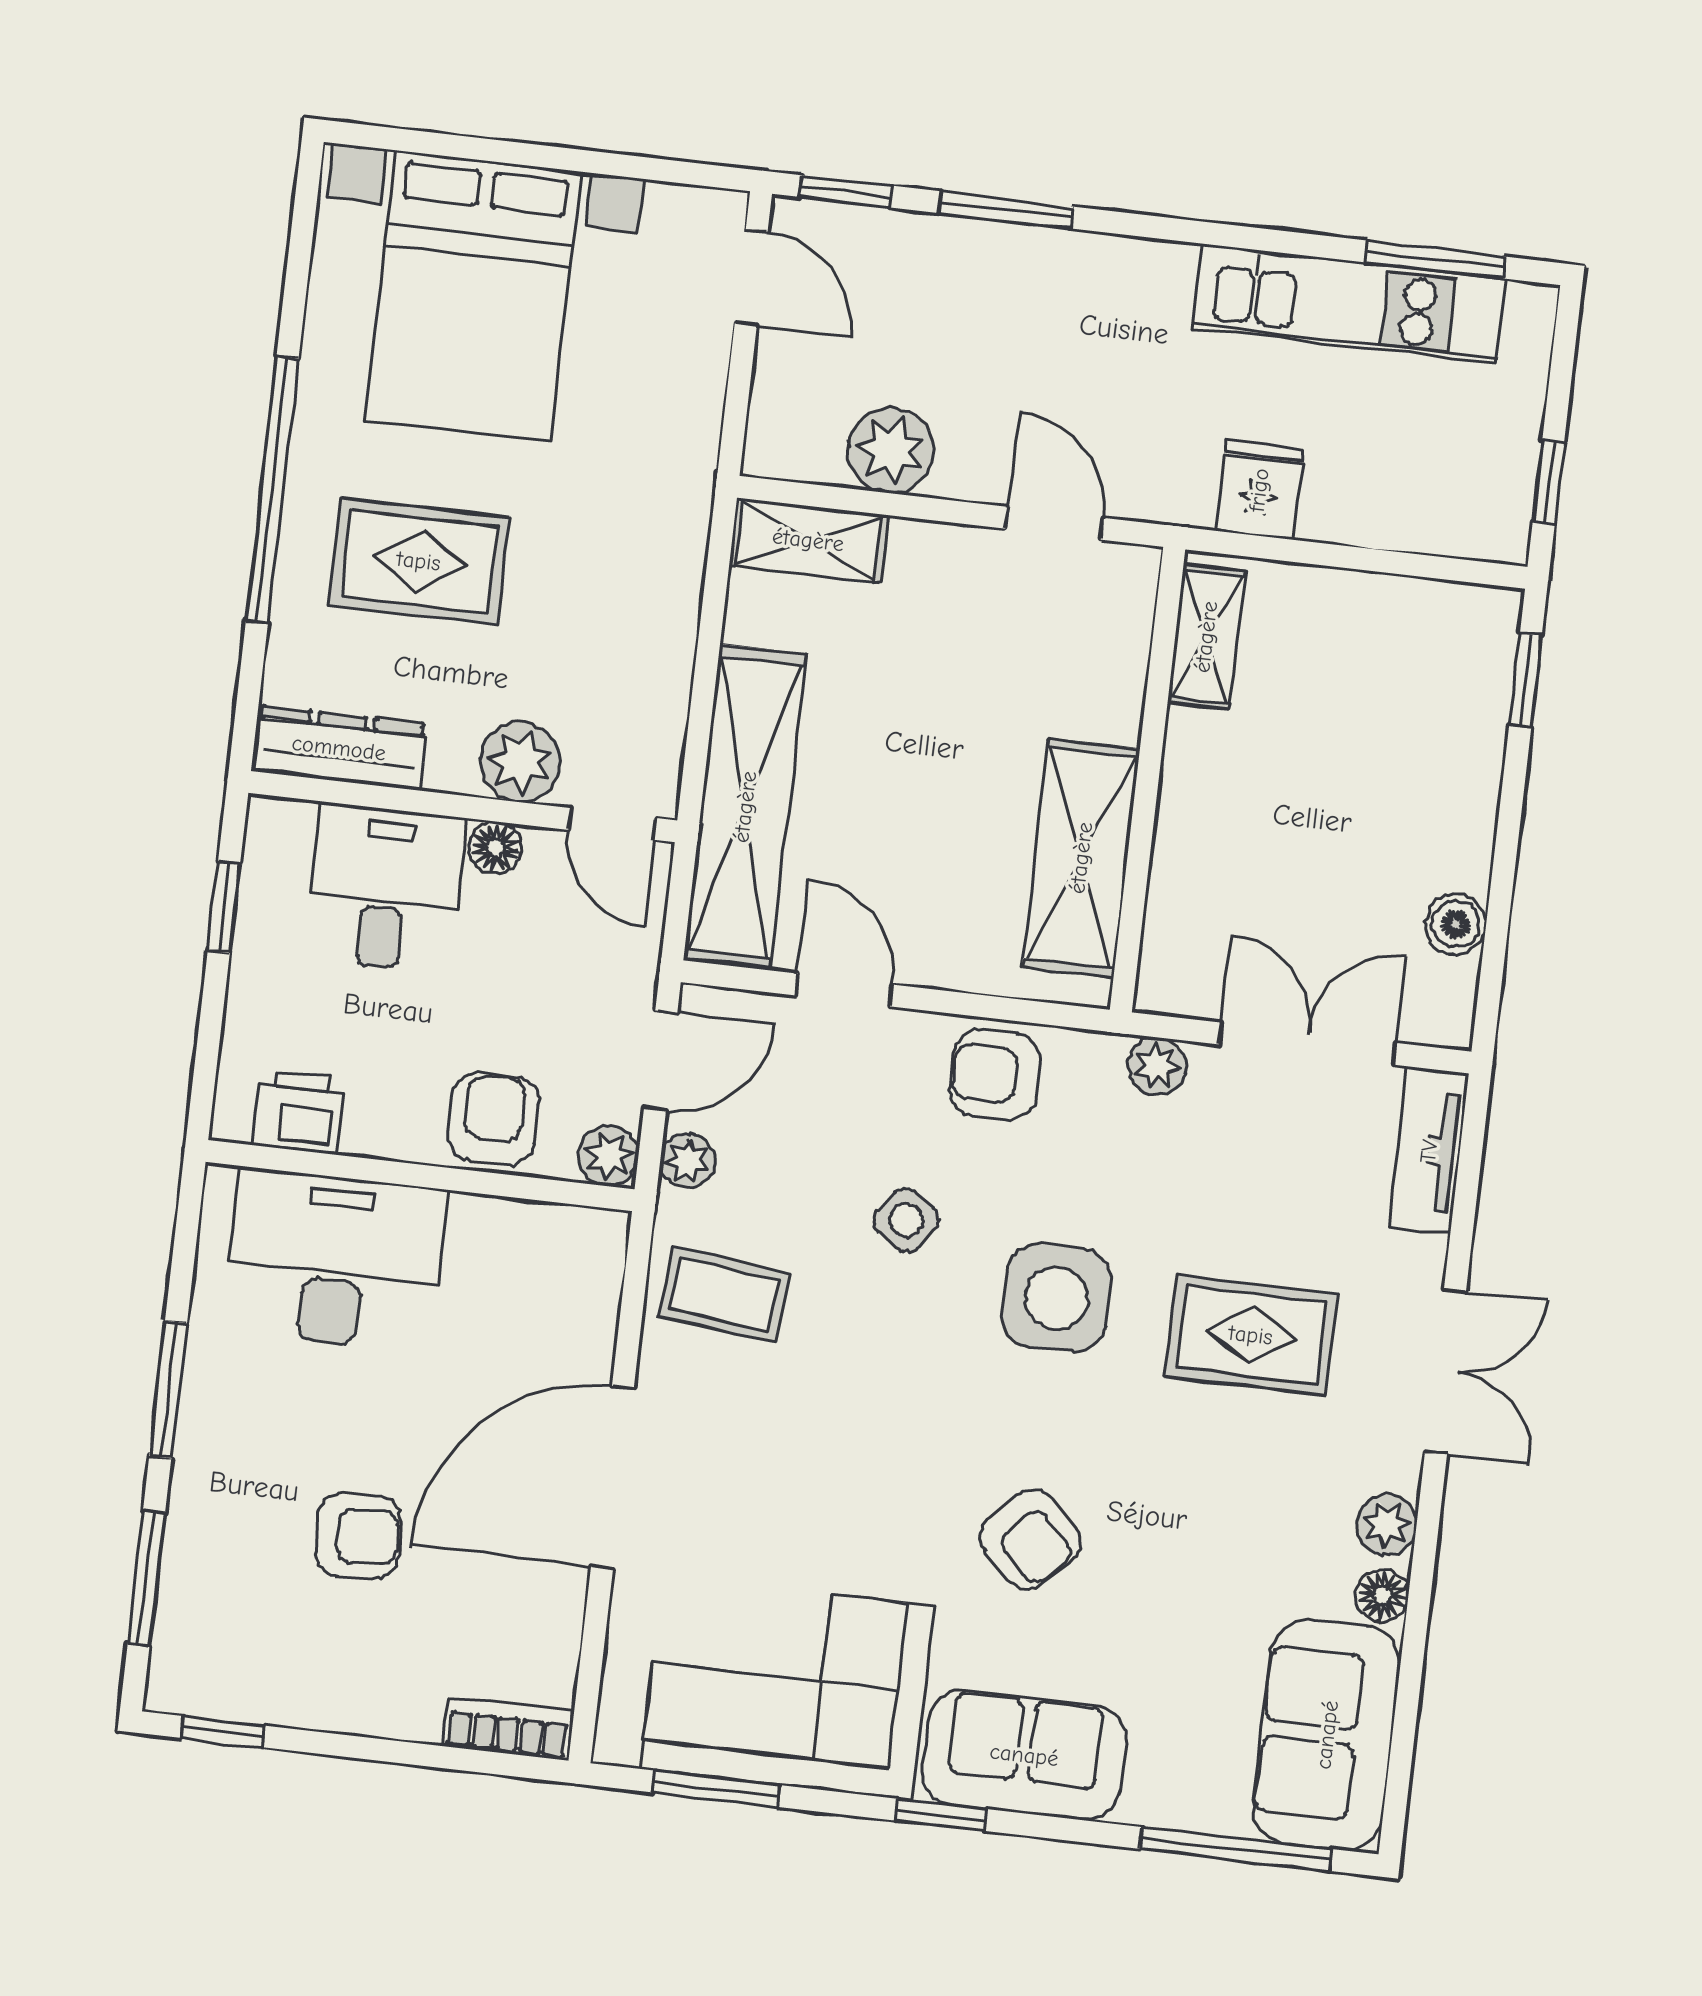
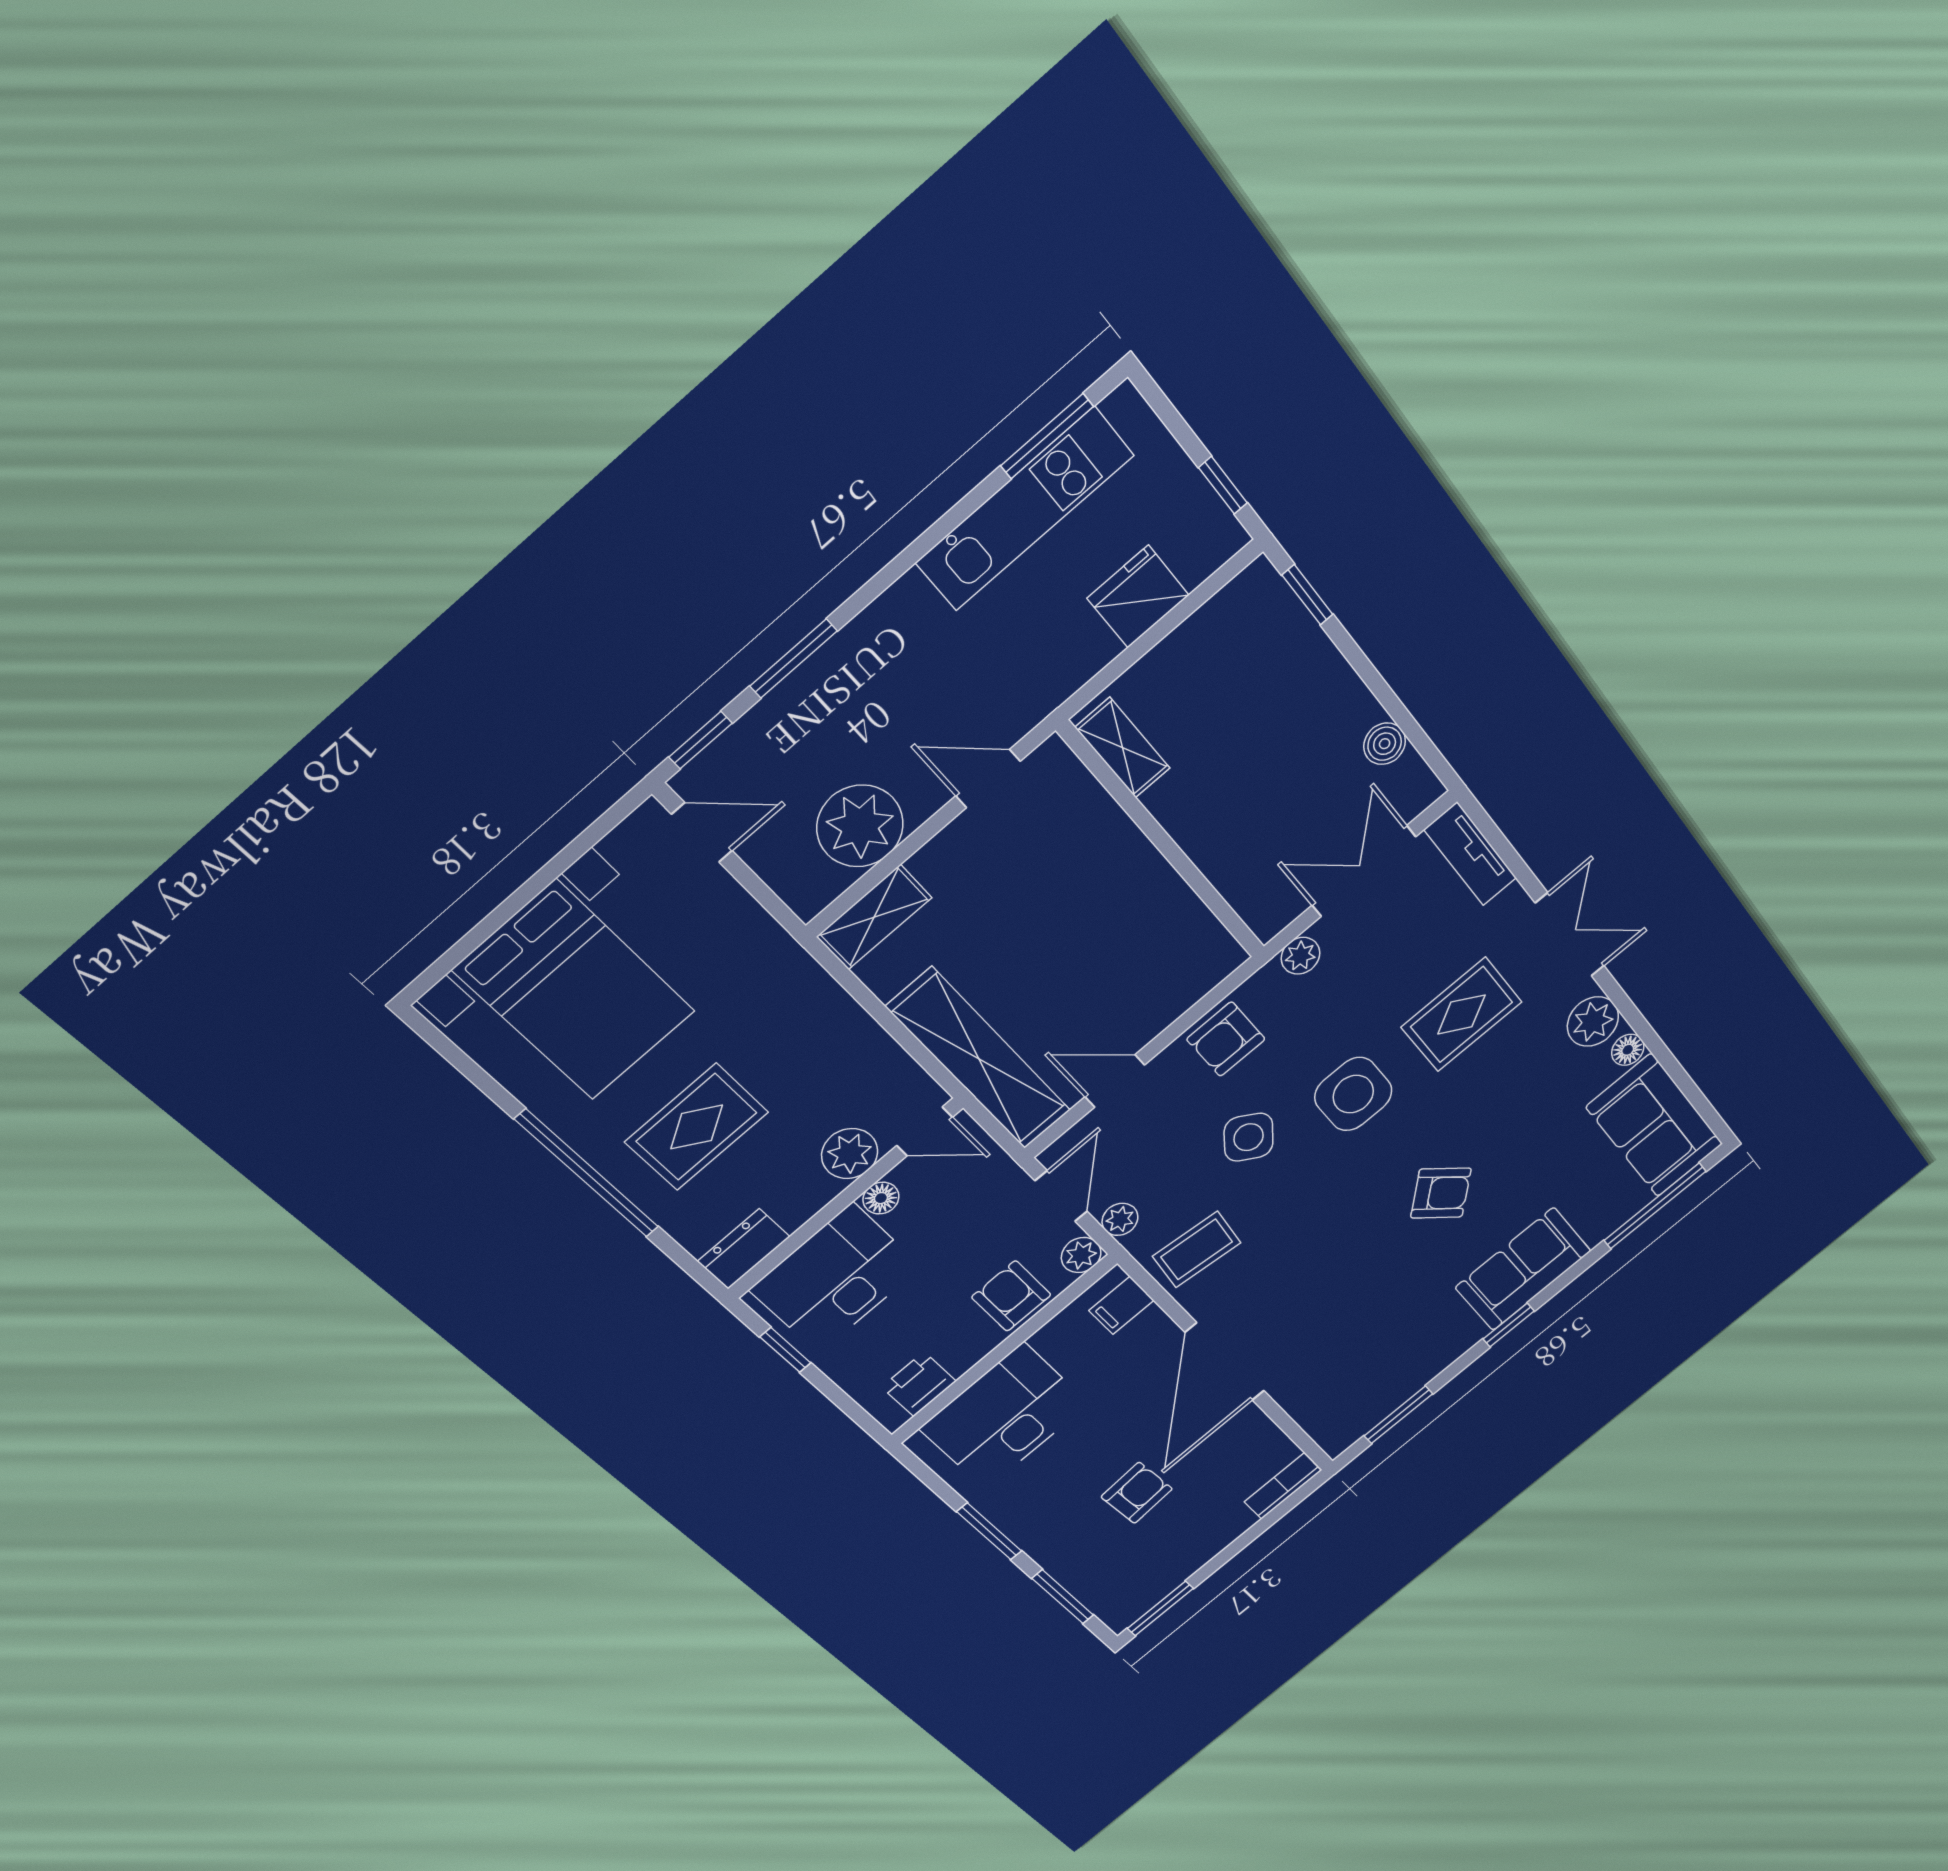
plant: (891, 450) -> (860, 826), width x1.36, depth x1.36
fridge: (1259, 490) -> (1138, 597), moved, width x1.38
dresser: (339, 748) -> (744, 1249), width x0.70
shelving: (1081, 858) -> (1167, 909), removed
desk: (385, 888) -> (836, 1278), width x1.37
side table: (906, 1220) -> (1249, 1137), width x1.37, depth x1.37
filing cabinet: (584, 1269) -> (1121, 1305), added
plant: (1387, 1525) -> (1593, 1021), width x1.38, depth x1.38
corner sofa: (788, 1688) -> (1390, 1352), removed
window: (223, 1732) -> (1160, 1608), width x1.50

